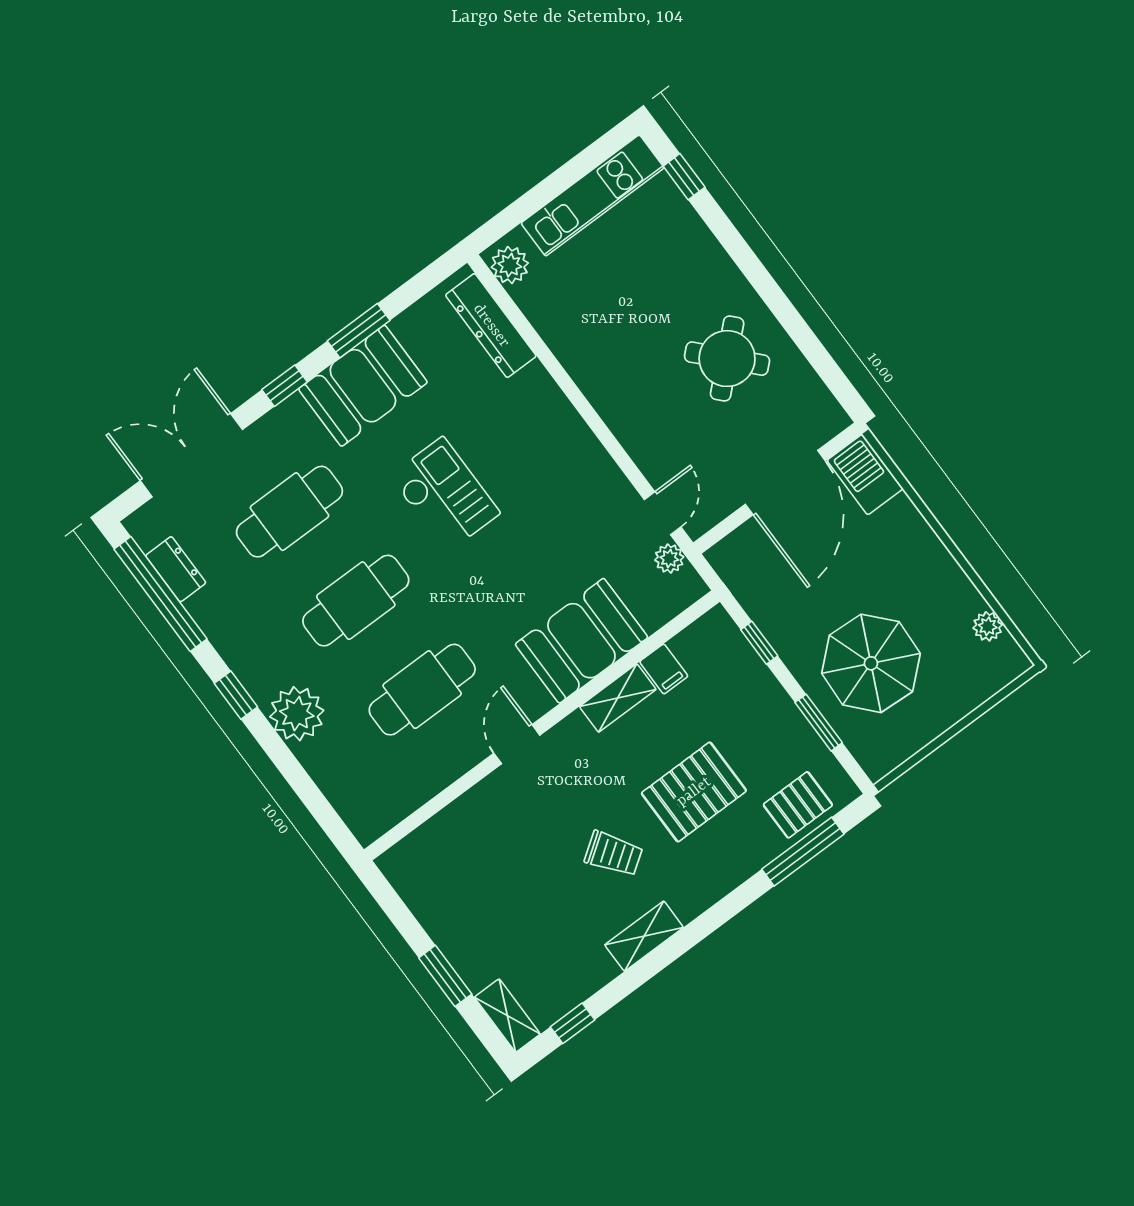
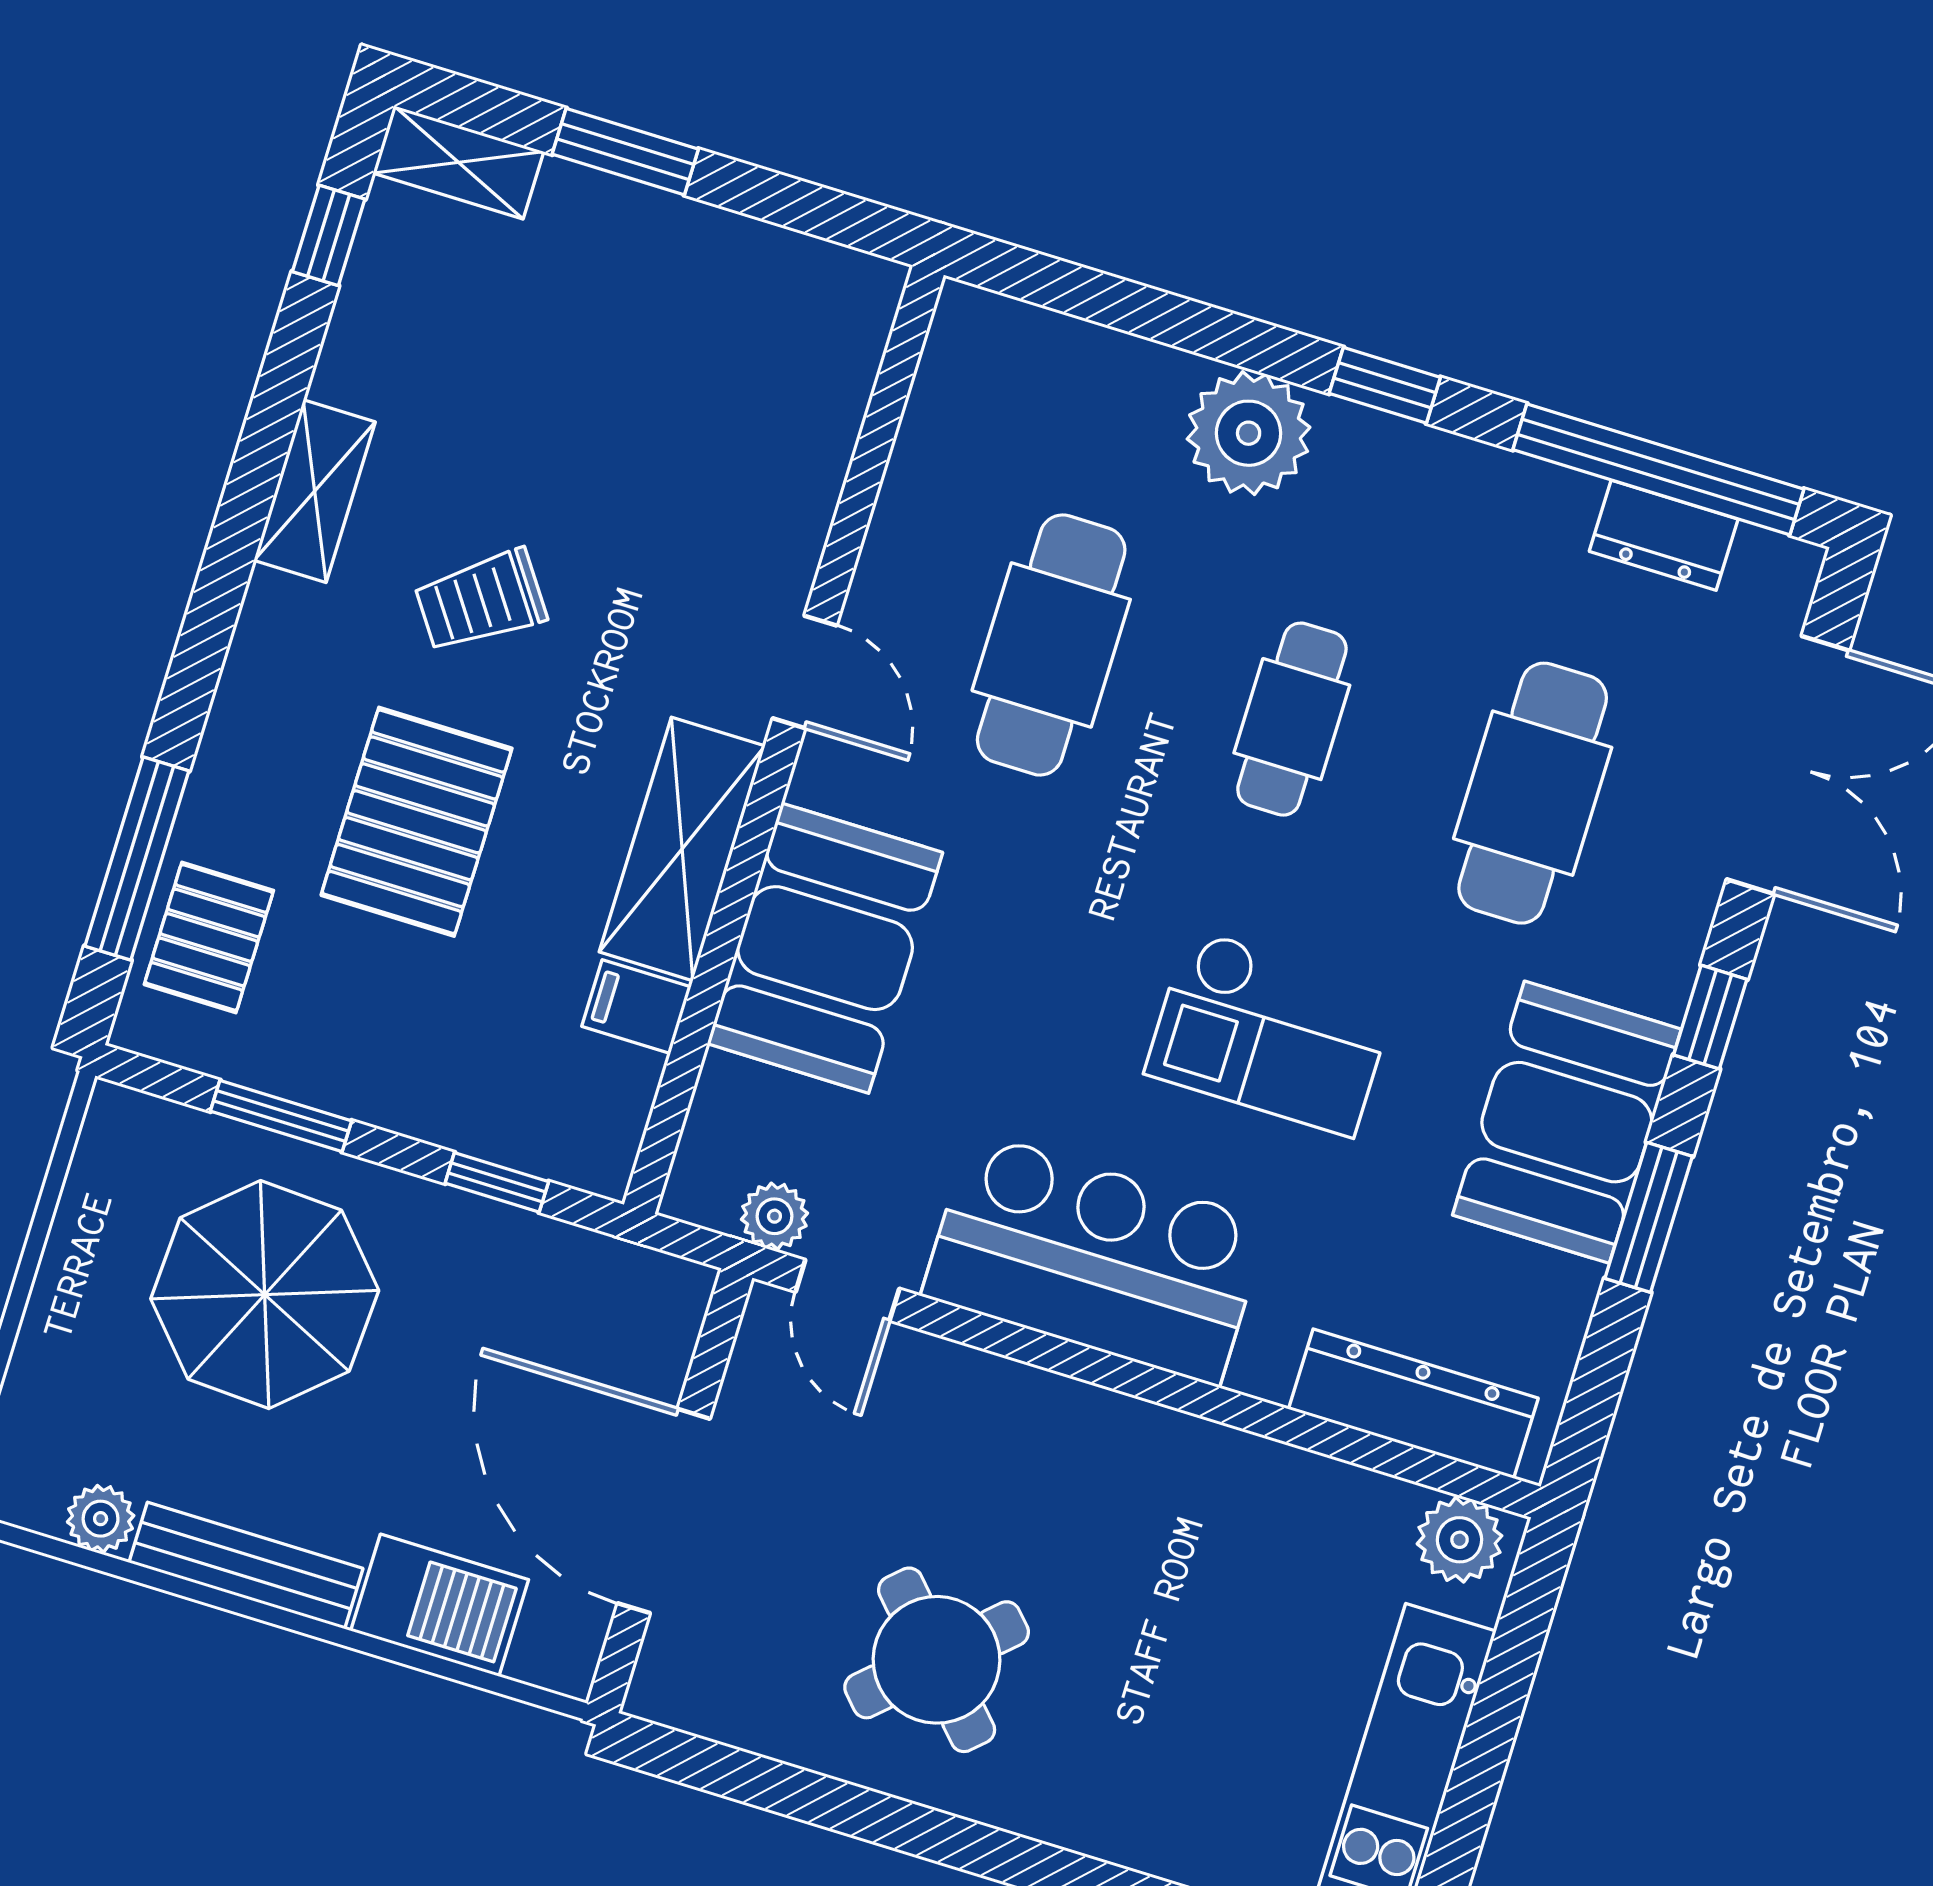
bar counter: (566, 460) -> (1095, 1259), added
barbecue: (865, 475) -> (440, 1605), moved
bench: (948, 572) -> (246, 1565), added
cafe table: (356, 601) -> (1292, 719), width x0.73, depth x0.74
shelving: (618, 698) -> (682, 849), width x1.50, depth x1.33

